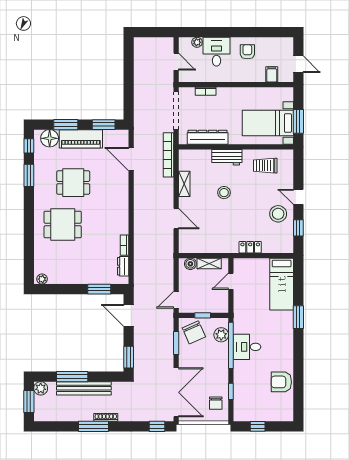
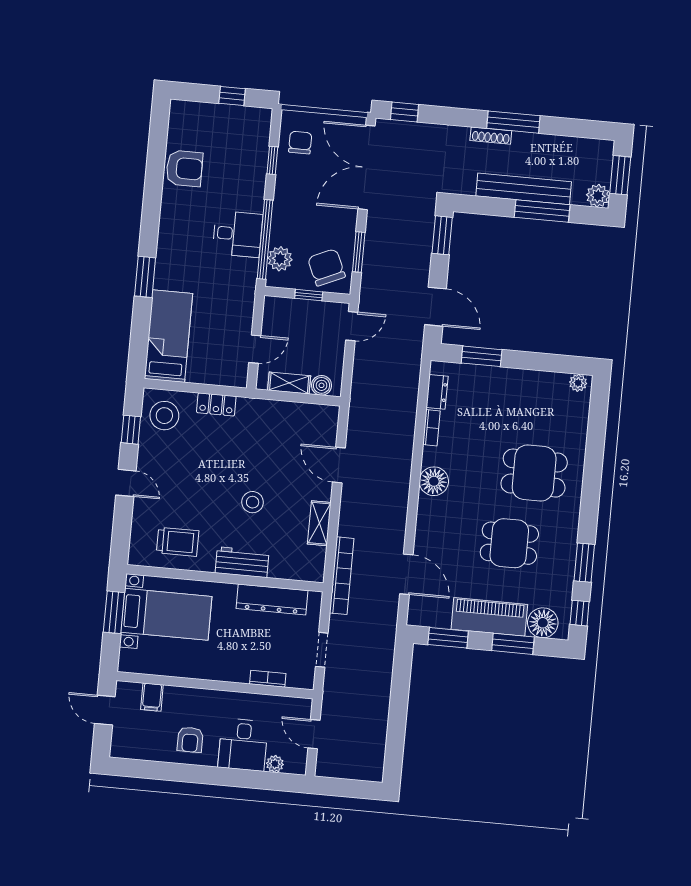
doorway: (176, 111) -> (322, 650), width x0.53
floor lamp: (120, 214) -> (434, 481), added
stool: (278, 214) -> (164, 416), moved

